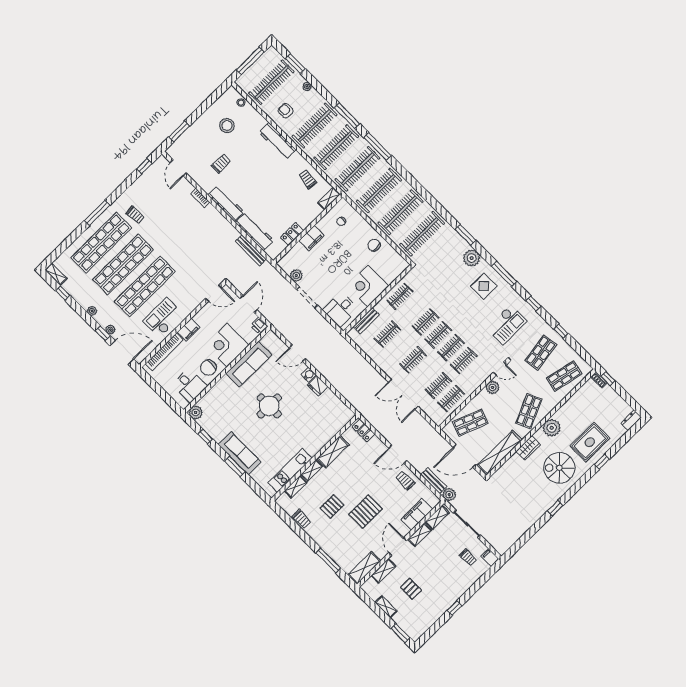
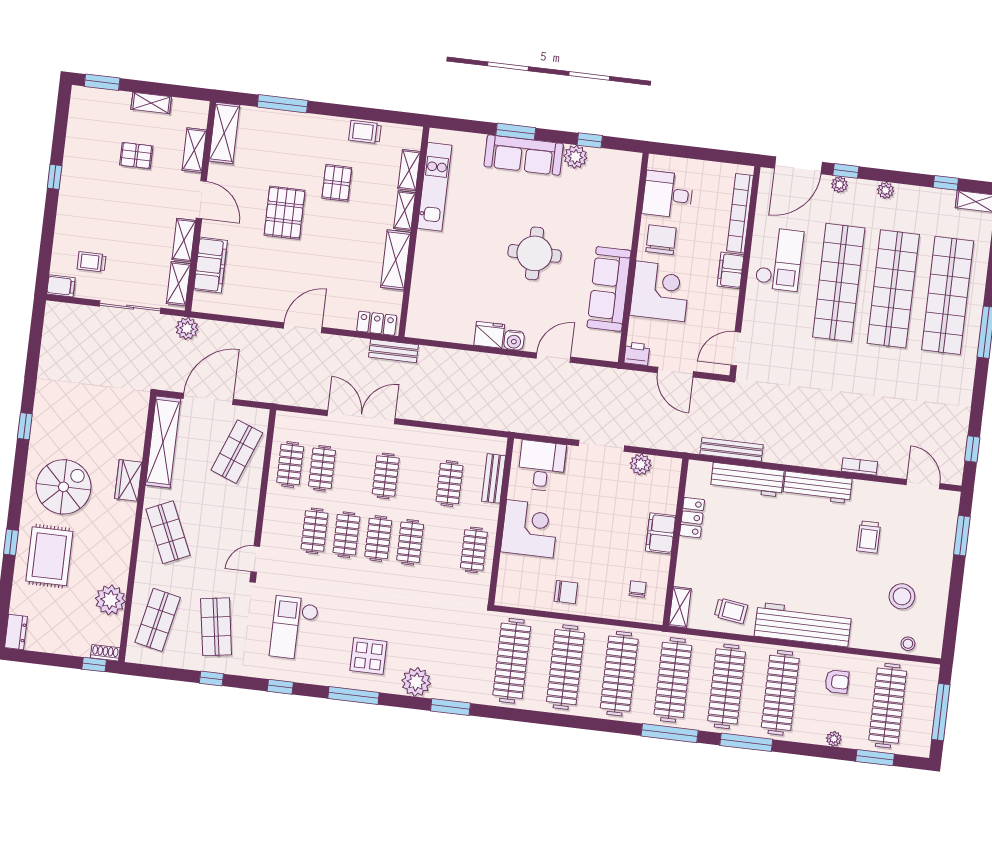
workbench: (277, 141) -> (803, 625), width x1.36, depth x1.32
trolley: (135, 215) -> (931, 371), removed
plant: (493, 387) -> (245, 525), removed
plant: (196, 413) -> (575, 157), moved
plant: (552, 428) -> (110, 600), moved
trolley: (405, 481) -> (263, 300), removed
bench: (434, 481) -> (393, 351), moved

